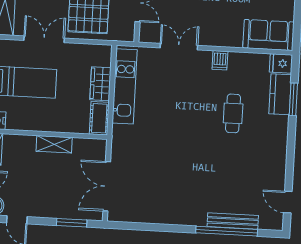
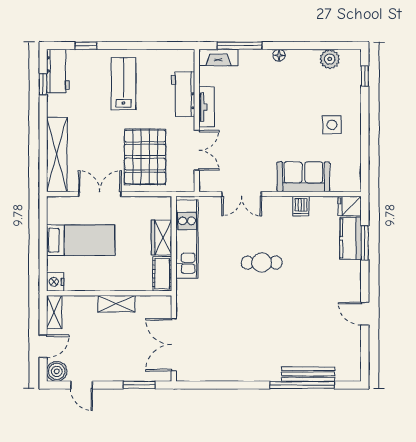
sofa: (268, 35) -> (303, 177), moved
double door: (179, 47) -> (242, 194), swing flipped
dishwasher: (220, 60) -> (301, 206), moved
cafe table: (233, 113) -> (262, 263), moved, turned 90
door: (288, 202) -> (365, 314), moved

